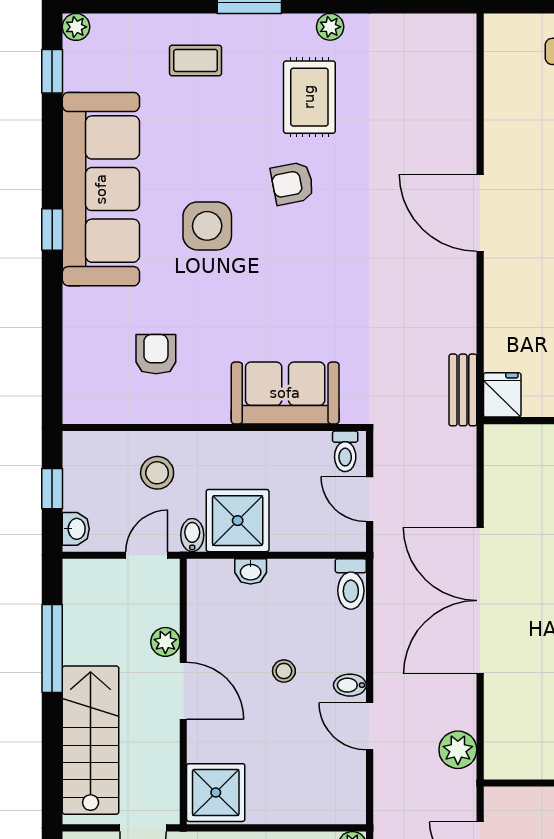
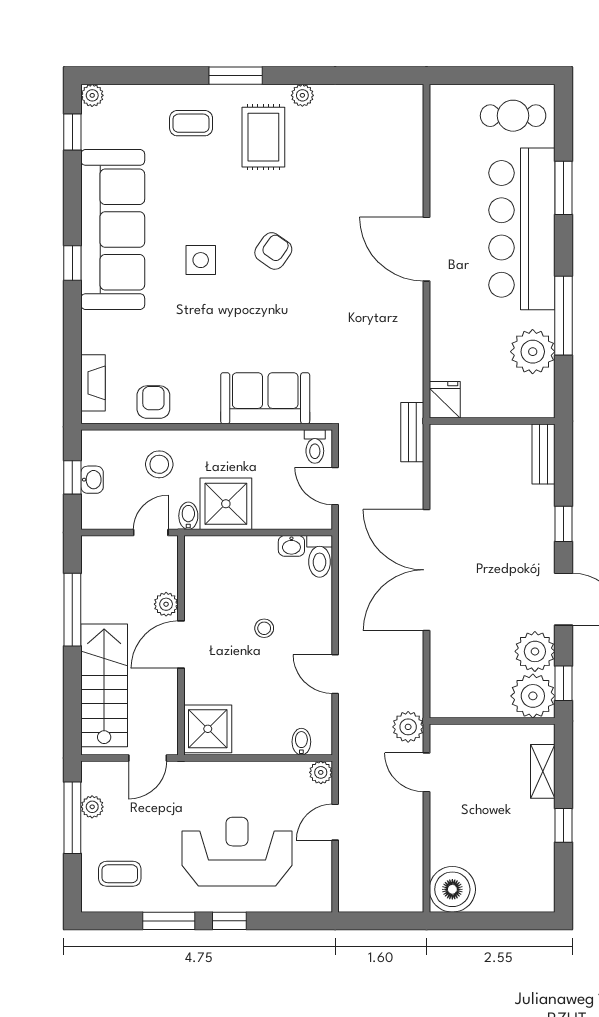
rug: (309, 97) -> (263, 137), moved
armchair: (292, 183) -> (273, 251), moved, turned 136
side table: (207, 226) -> (201, 260), width x0.73, depth x0.73
armchair: (156, 354) -> (153, 402), moved
fireplace: (77, 374) -> (93, 383), added
bench: (463, 390) -> (412, 432), moved
washbasin: (76, 529) -> (92, 480), moved
washbasin: (251, 571) -> (291, 546), moved
bidet: (350, 685) -> (301, 742), moved, turned 90
door: (183, 691) -> (181, 645), swing flipped
plant: (458, 750) -> (408, 727), moved

